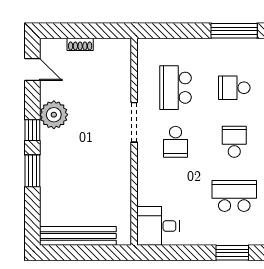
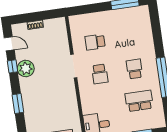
school desk: (176, 88) -> (95, 42), width x0.54
school desk: (234, 88) -> (130, 37), removed
window: (32, 130) -> (13, 66), moved

